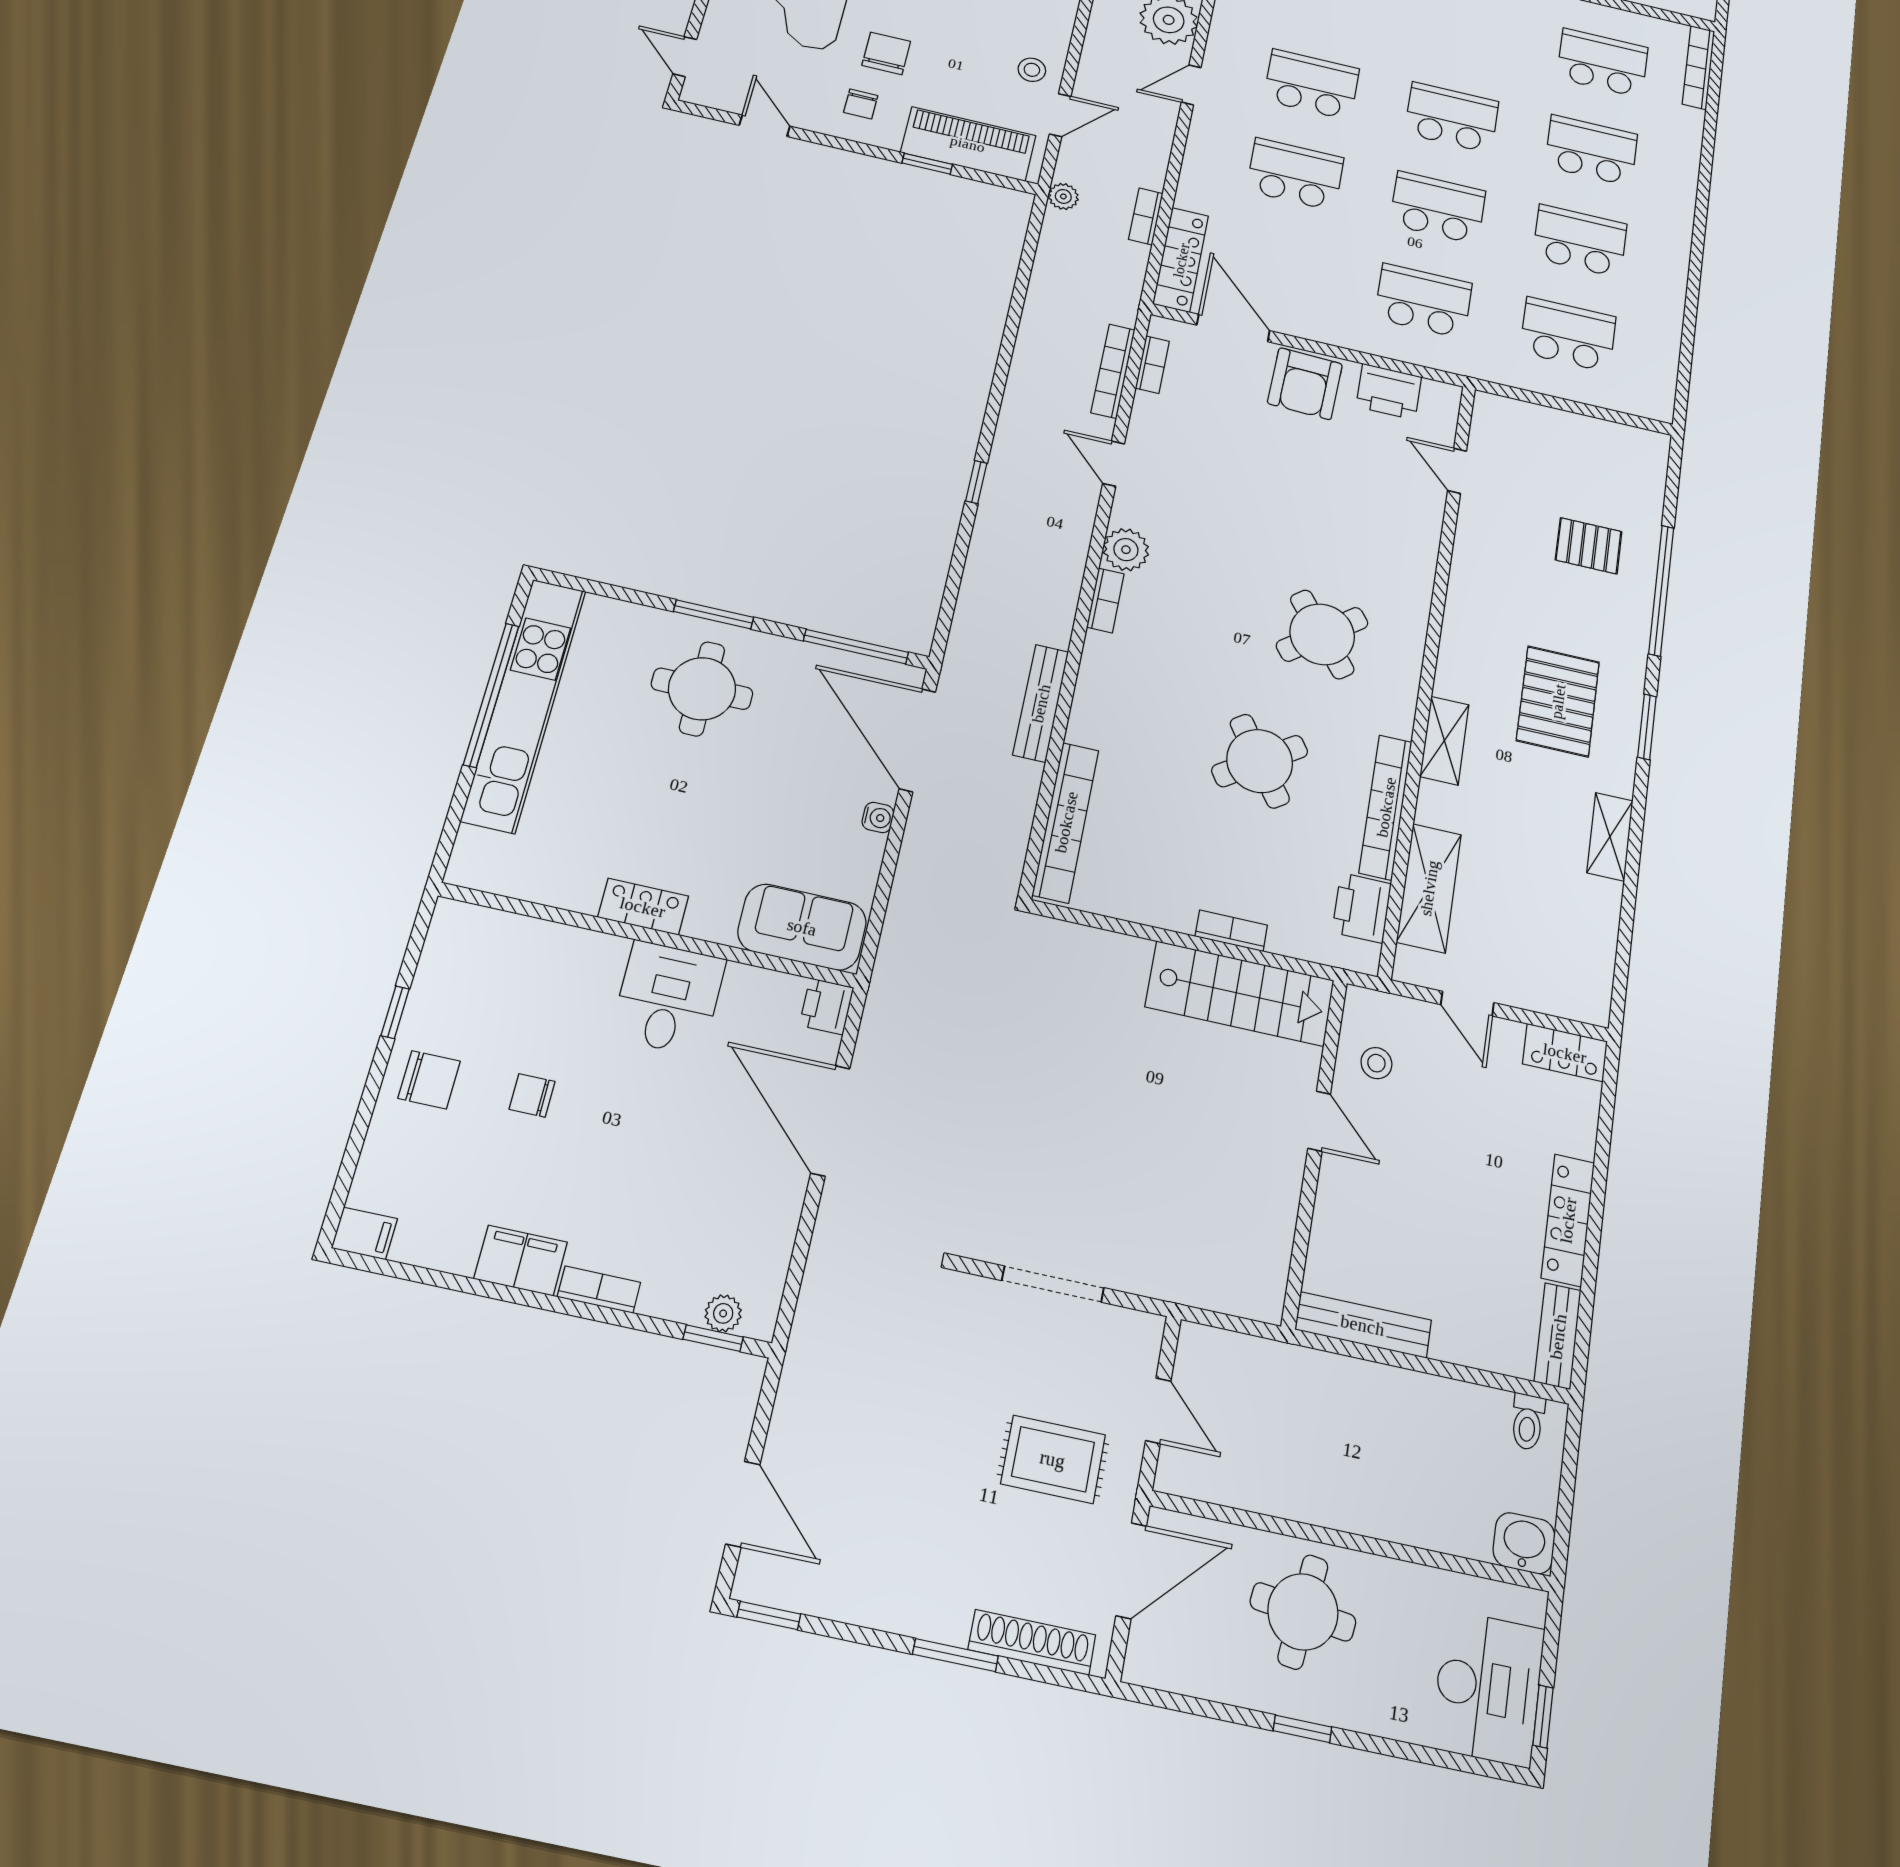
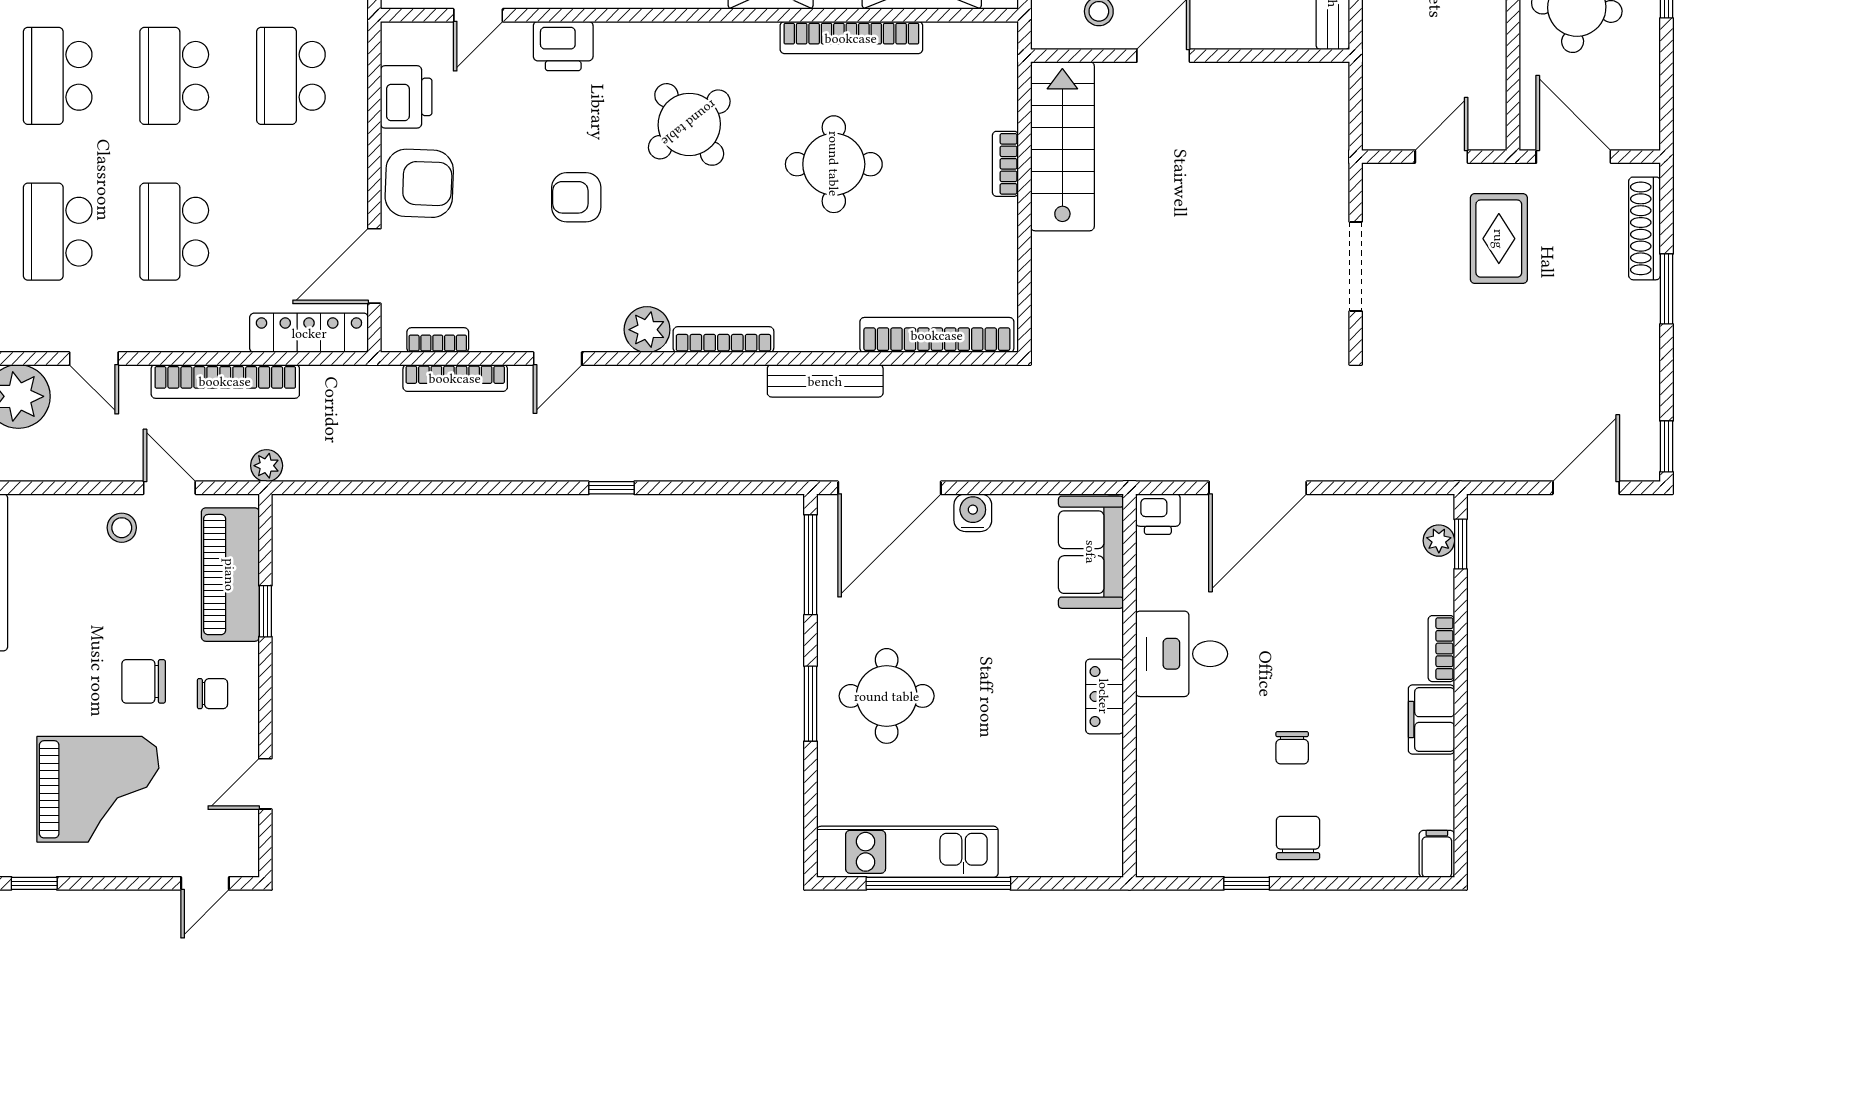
bookcase: (1146, 216) -> (225, 381), width x2.31, depth x1.31
armchair: (1268, 516) -> (576, 197), added
bookcase: (1105, 600) -> (723, 340), width x1.56
kitchen unit: (524, 704) -> (907, 852), width x0.73
round table: (1260, 761) -> (834, 164), turned 34
water cooler: (878, 818) -> (973, 513), width x1.38, depth x1.38
printer: (1362, 908) -> (563, 46), moved

